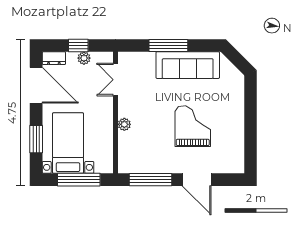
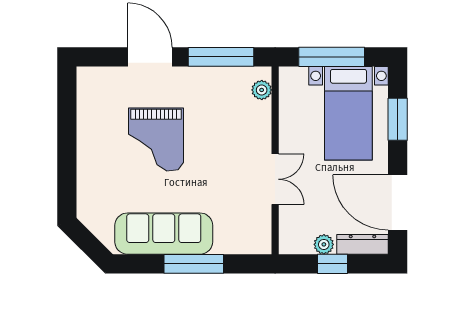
dresser: (54, 58) -> (362, 244), width x1.44
double door: (116, 80) -> (275, 179), moved
plant: (124, 124) -> (262, 90), moved

